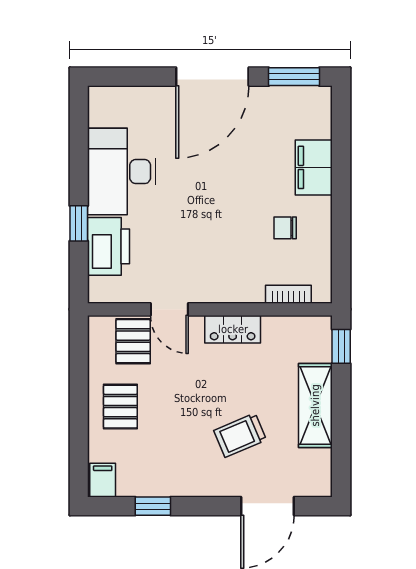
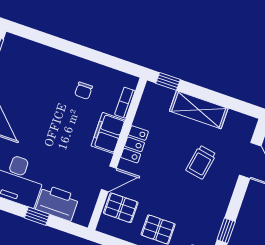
filing cabinet: (314, 167) -> (108, 133), moved, turned 90
trolley: (240, 435) -> (201, 162), turned 33

